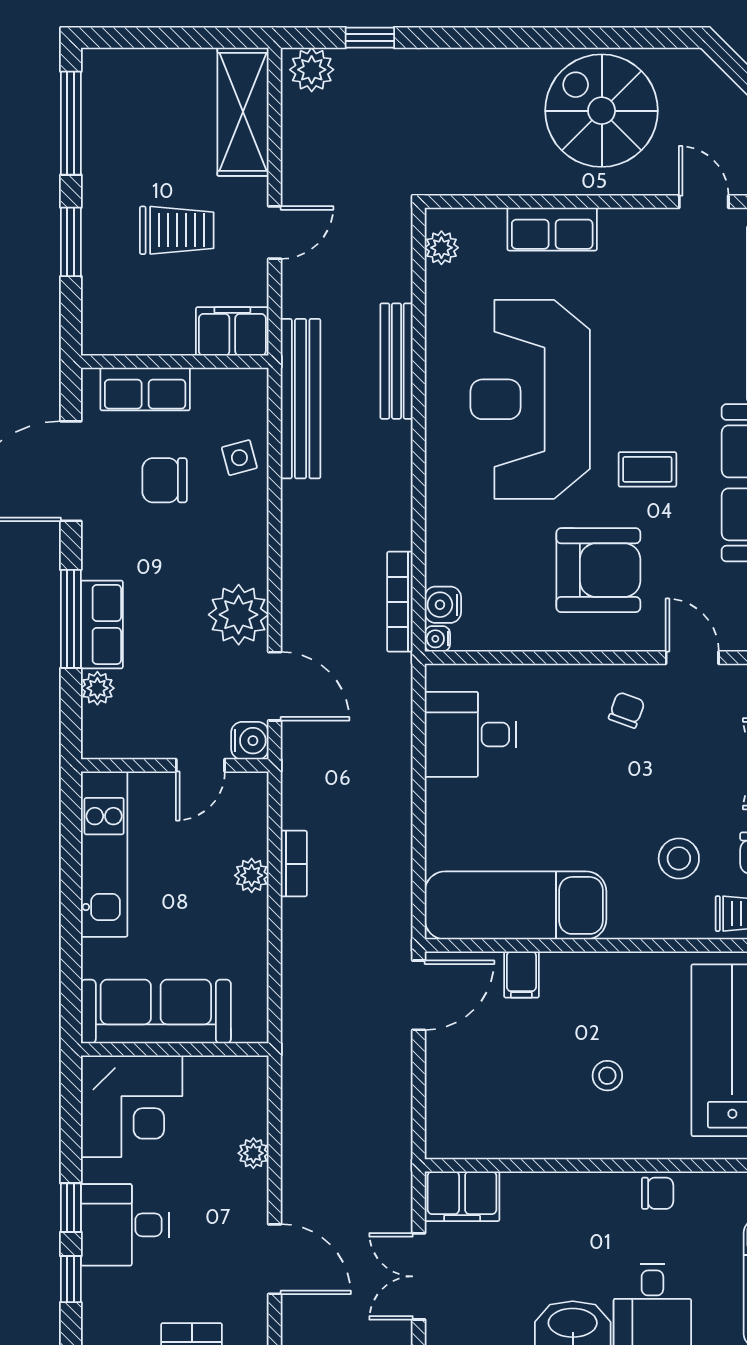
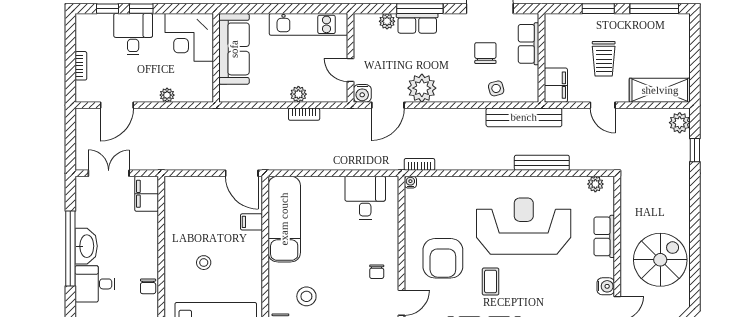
bookcase: (400, 602) -> (419, 164), width x0.64
water cooler: (443, 605) -> (606, 286), moved, turned 90
chair: (627, 710) -> (377, 272), turned 70

